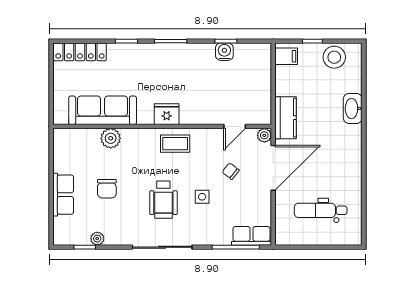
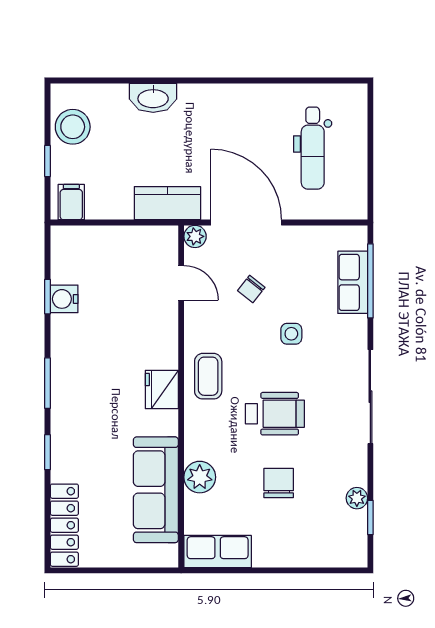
chair: (107, 189) -> (279, 483), turned -90
row of seats: (63, 195) -> (218, 552), moved
wheelchair: (163, 200) -> (275, 414), moved
row of seats: (251, 236) -> (353, 282), moved

